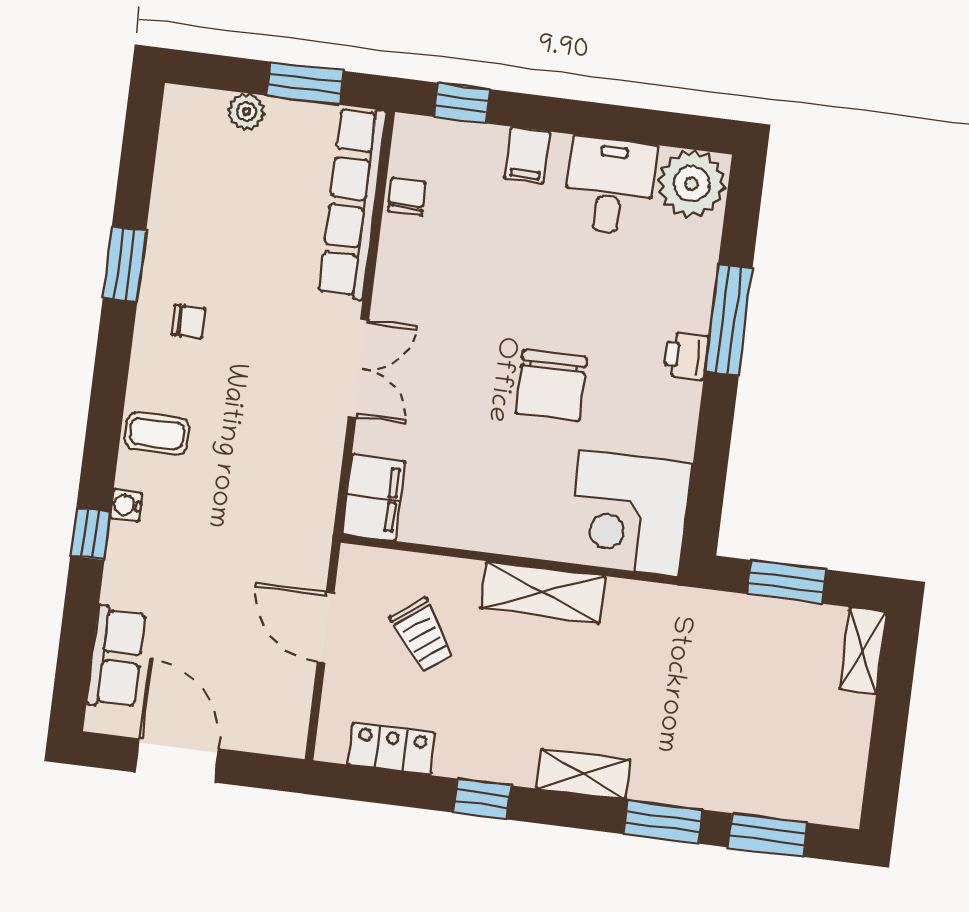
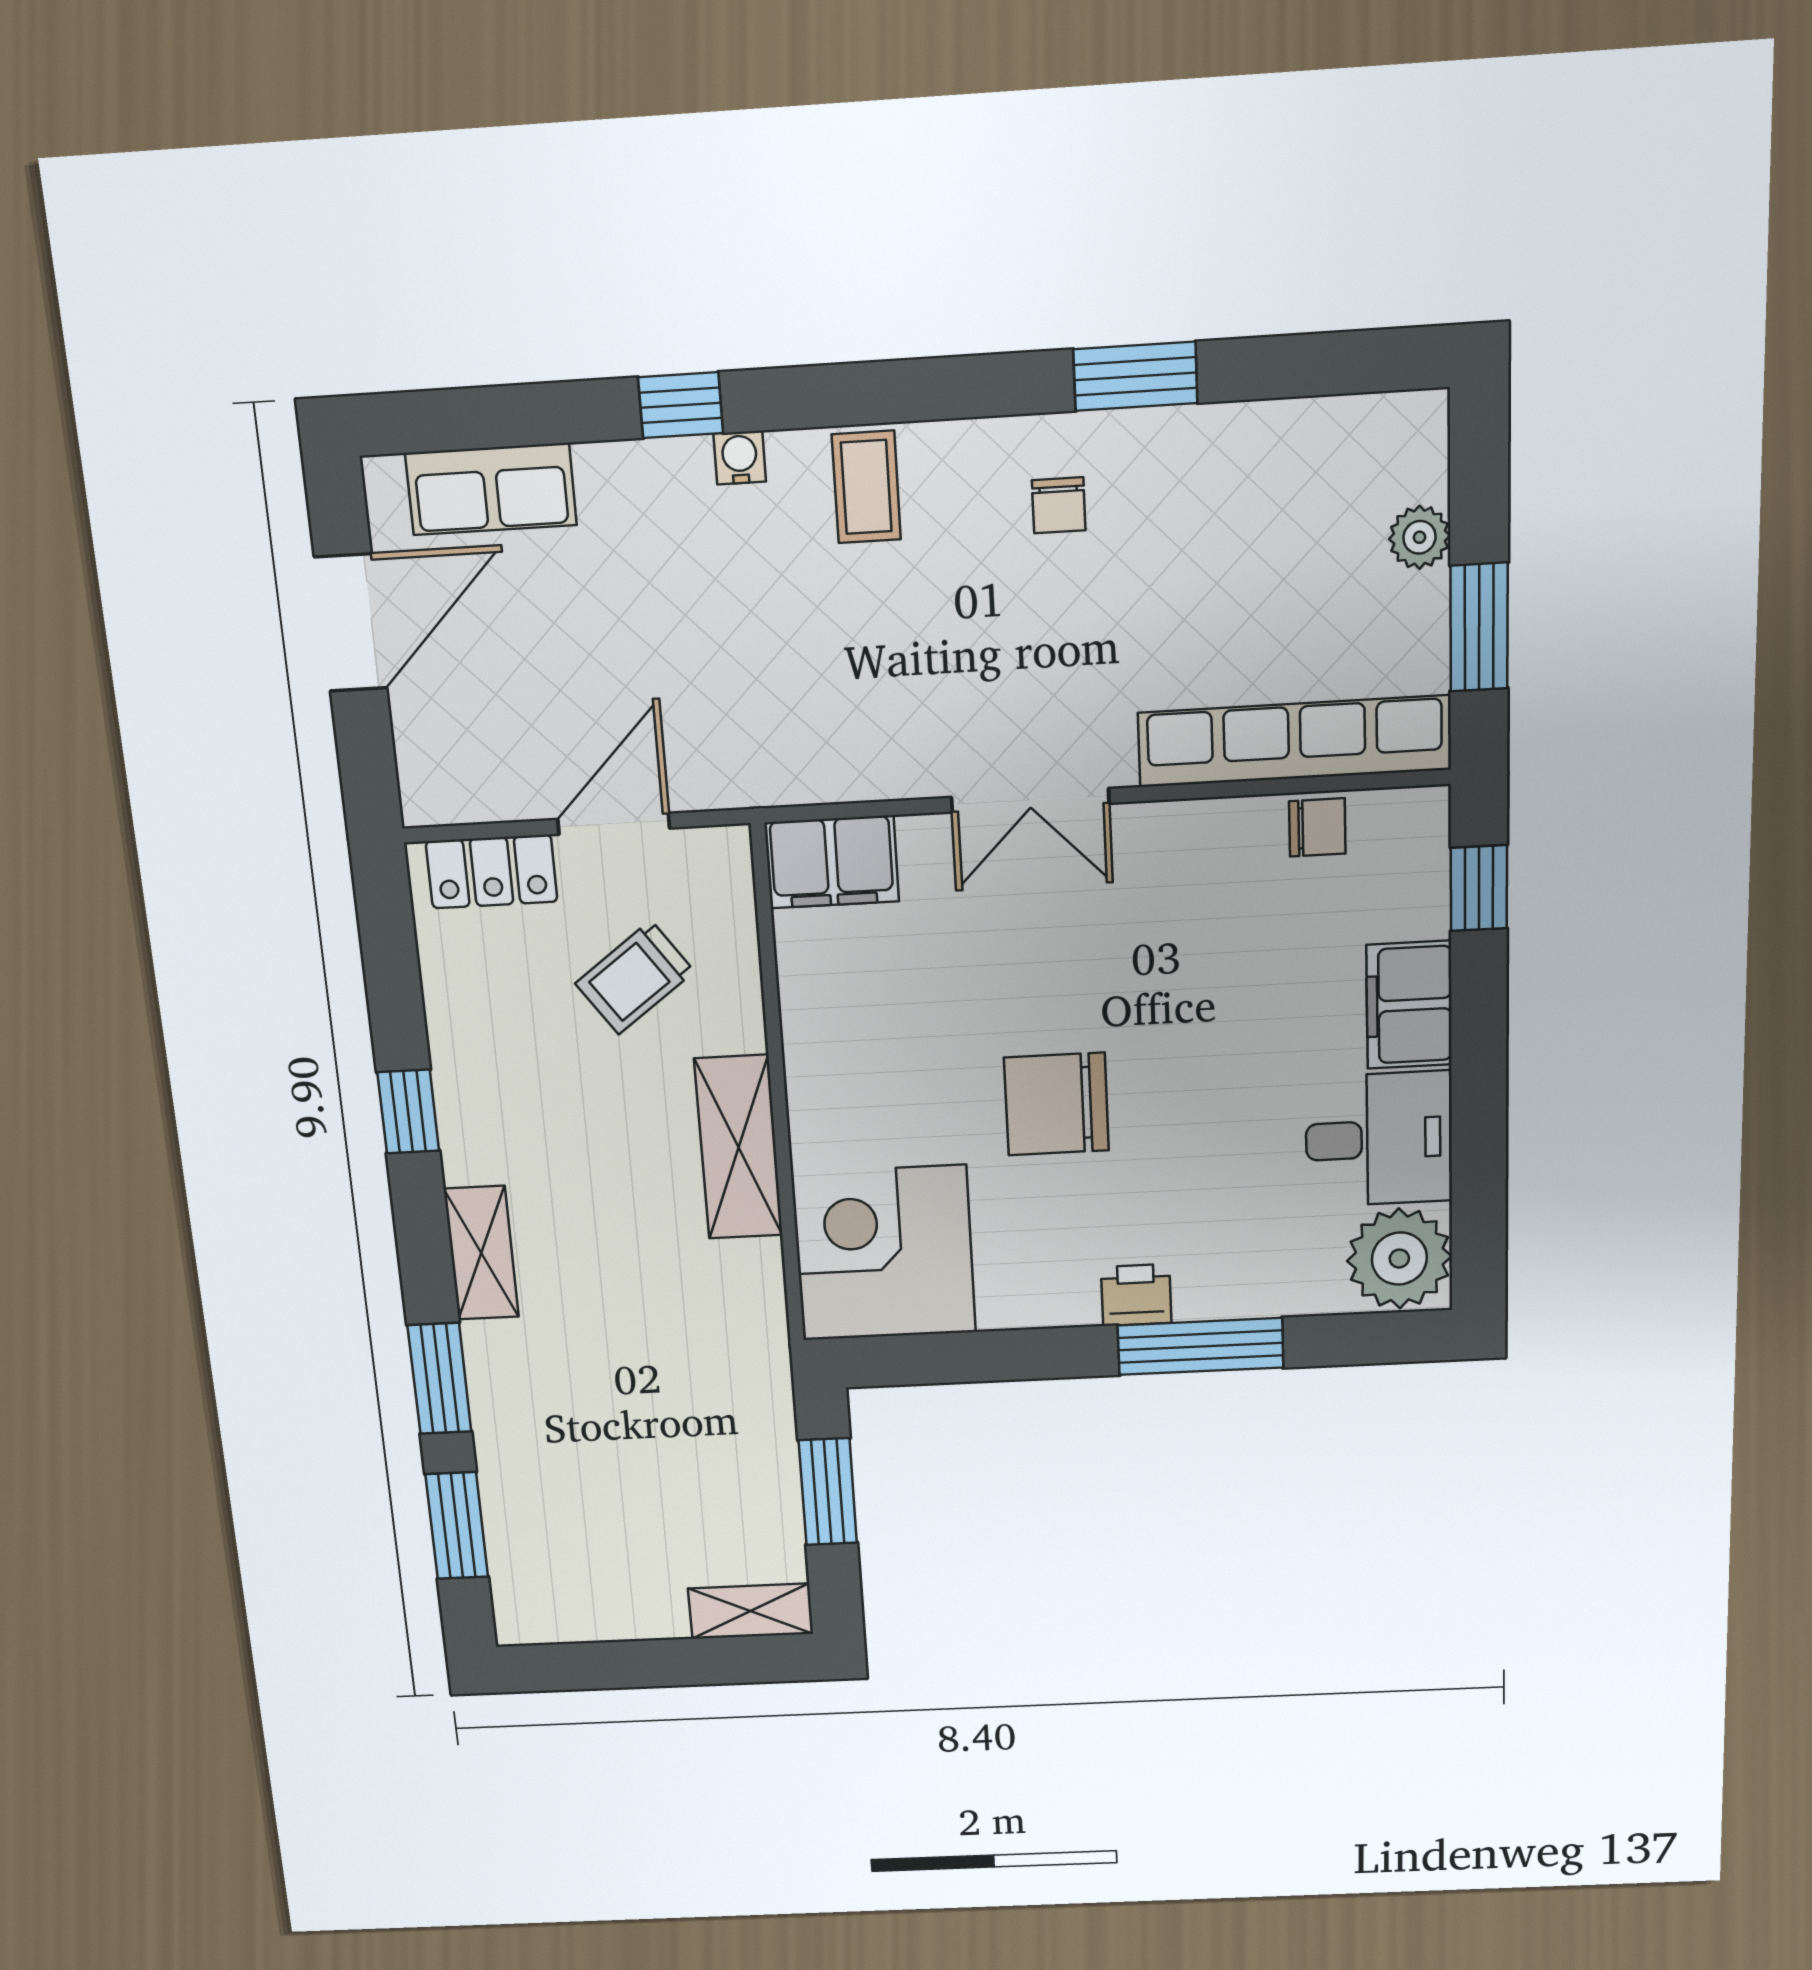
filing cabinet: (527, 155) -> (1409, 1005), width x2.00
locker: (392, 749) -> (492, 872), moved, turned 90

